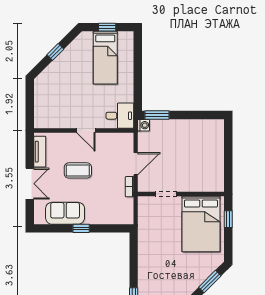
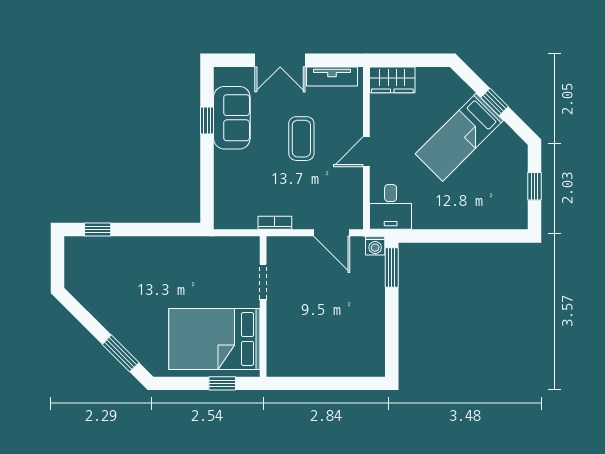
bed: (105, 58) -> (459, 137), moved, turned -45
wardrobe: (42, 115) -> (392, 80), added
door: (136, 164) -> (332, 233), moved
window: (81, 228) -> (207, 121), moved

